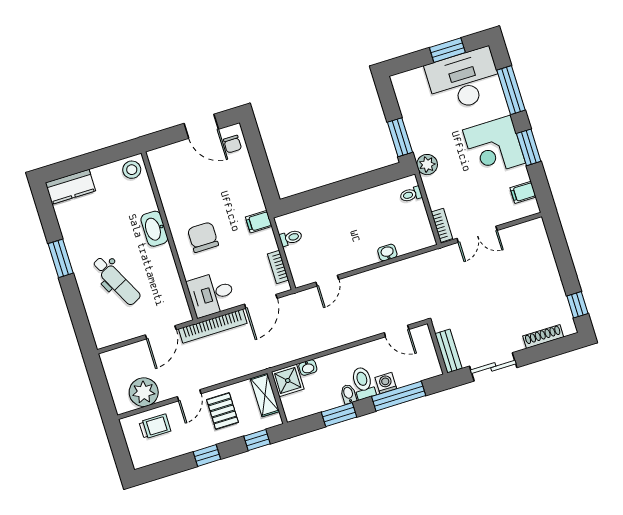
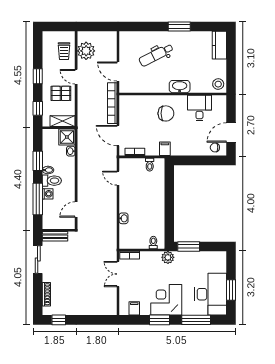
desk: (211, 294) -> (199, 108), moved

